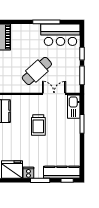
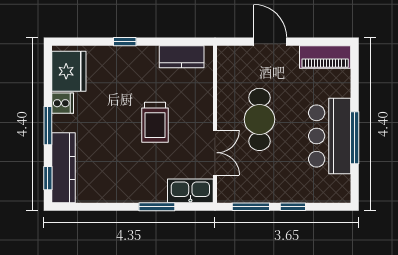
bar counter: (60, 35) -> (330, 136), moved
cafe table: (37, 71) -> (259, 119), turned 42
trolley: (38, 125) -> (155, 122), turned -90

